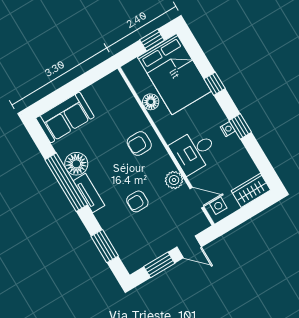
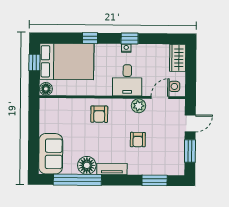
floor lamp: (151, 102) -> (46, 89), moved
window: (66, 182) -> (77, 180), moved

